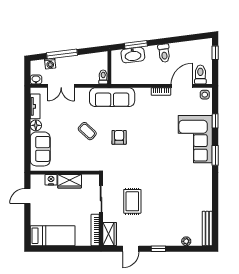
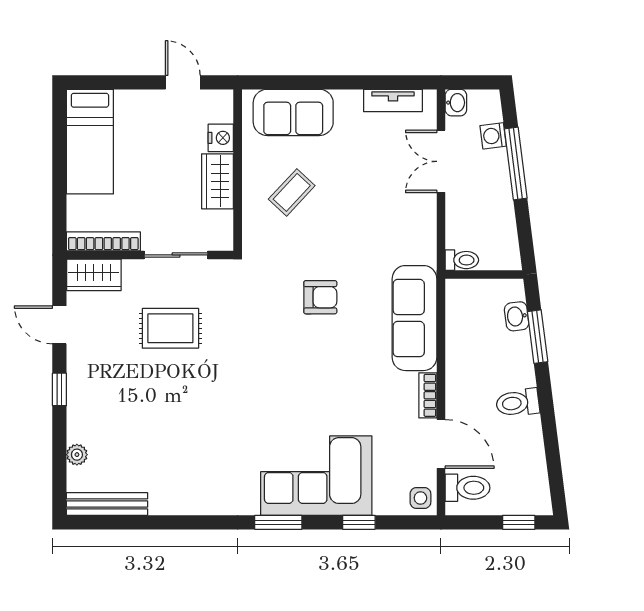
washbasin: (133, 55) -> (517, 316), width x0.52, depth x0.69
sofa: (112, 97) -> (414, 318), moved
floor lamp: (36, 125) -> (348, 102), removed
coffee table: (87, 131) -> (292, 192), moved

